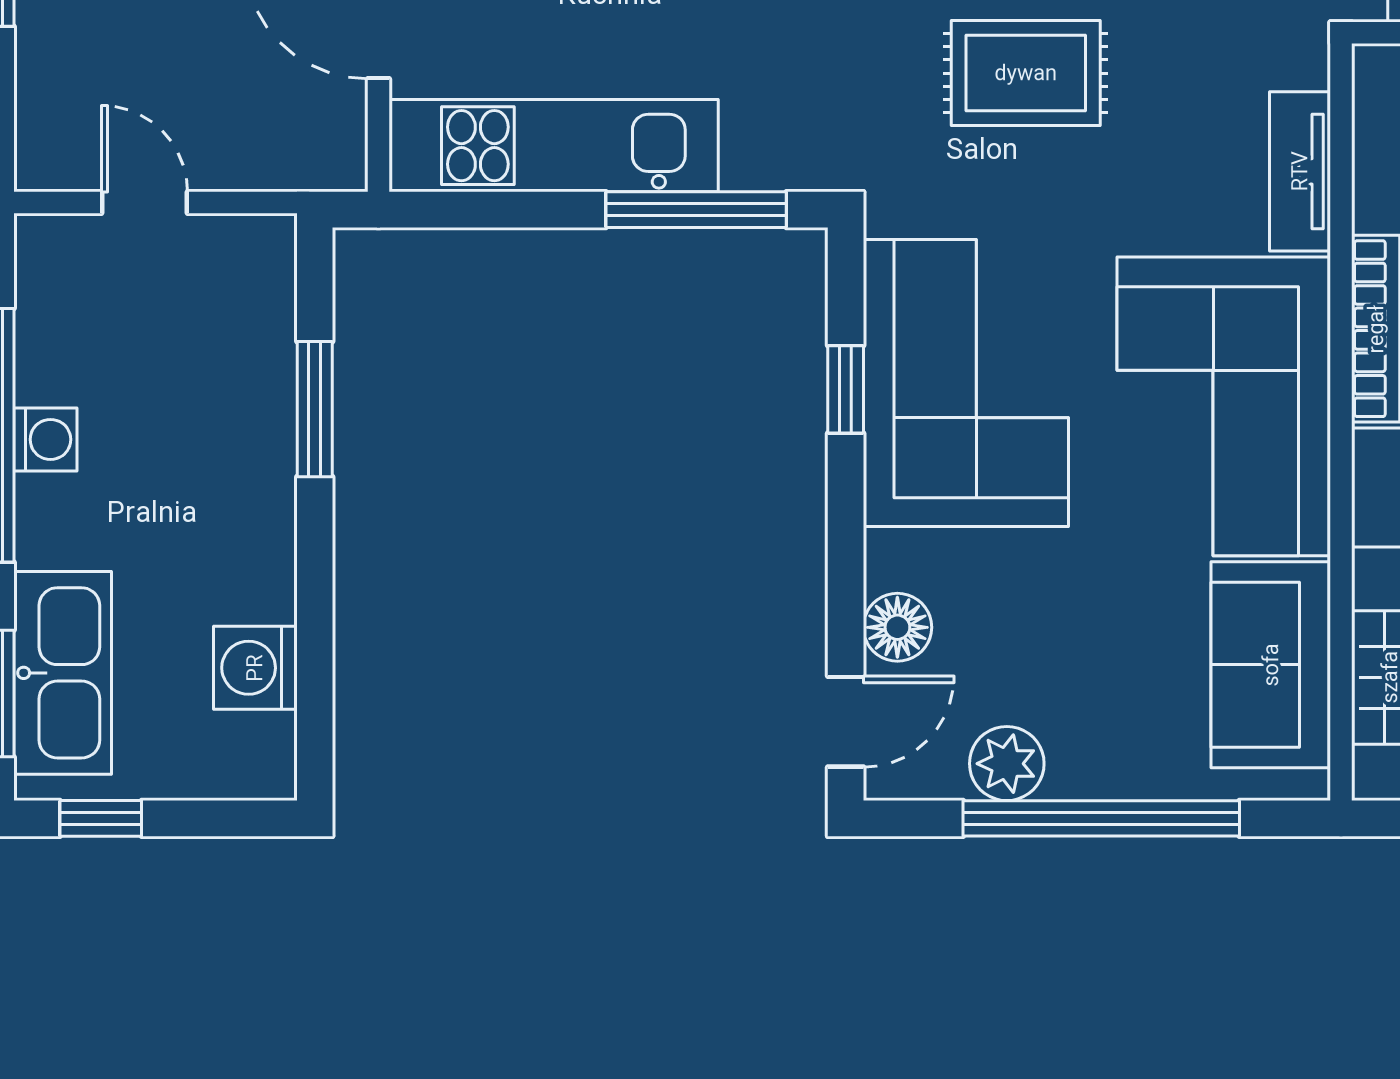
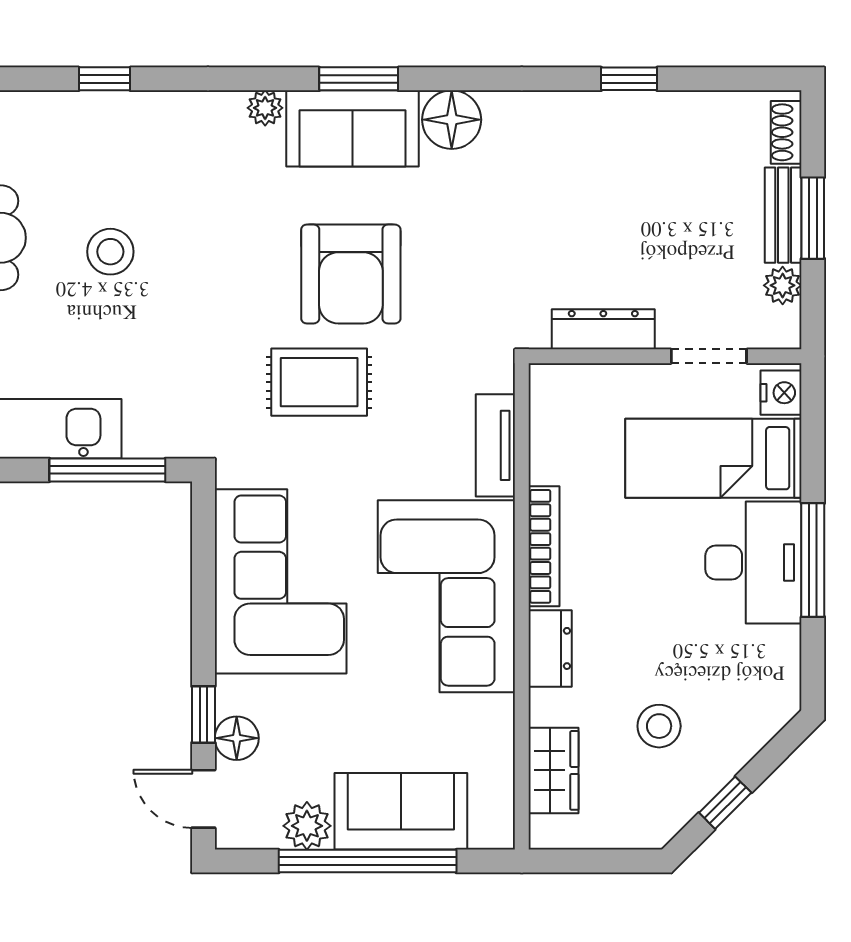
window: (846, 389) -> (203, 714), moved
sofa: (1271, 665) -> (401, 811), moved, turned 90
door: (846, 722) -> (203, 799), swing flipped

